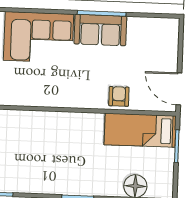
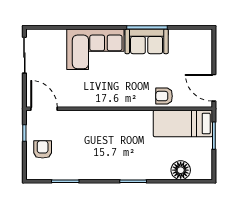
armchair: (119, 96) -> (164, 96), turned -90

